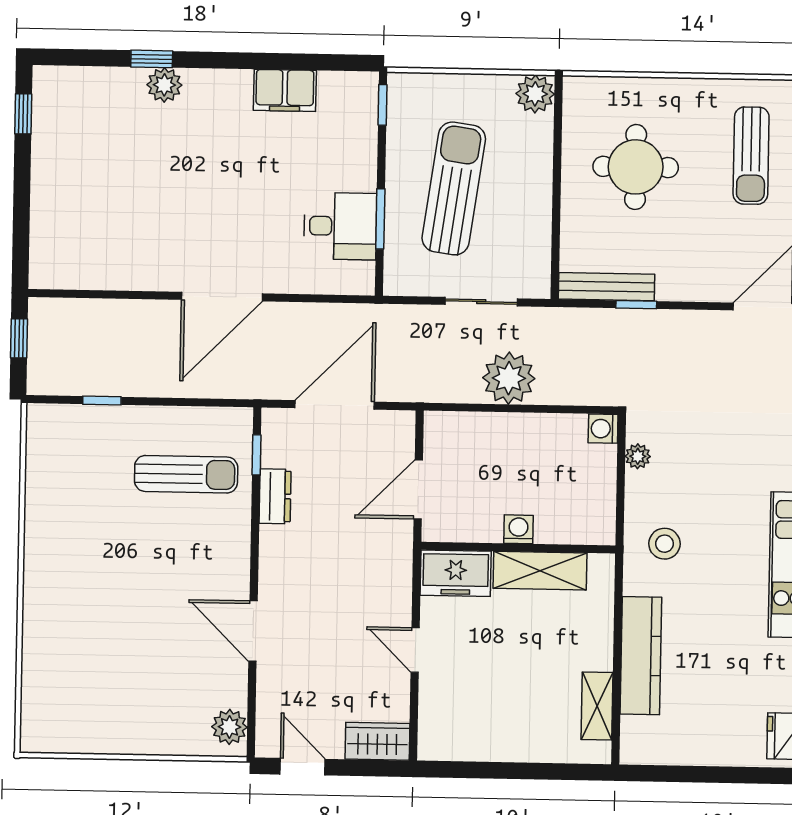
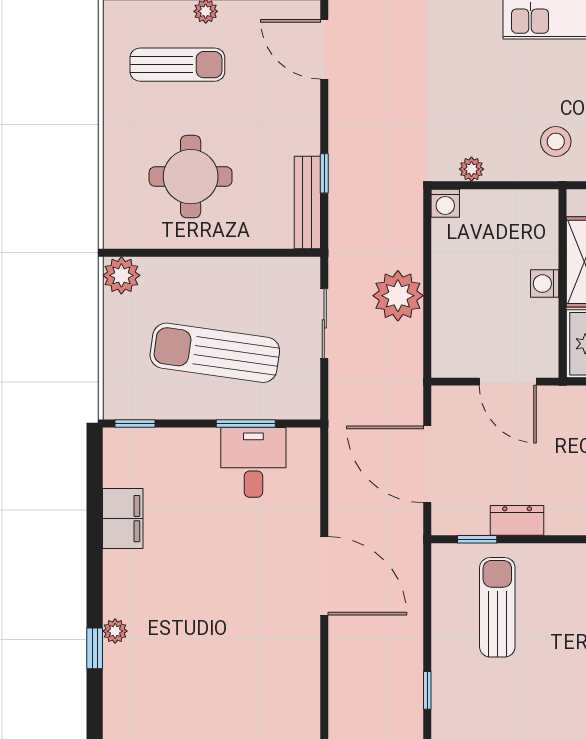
plant: (164, 85) -> (115, 631), width x0.73, depth x0.73

